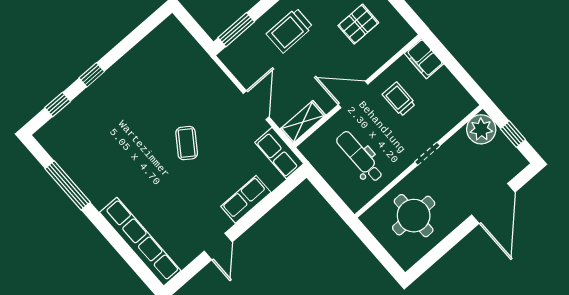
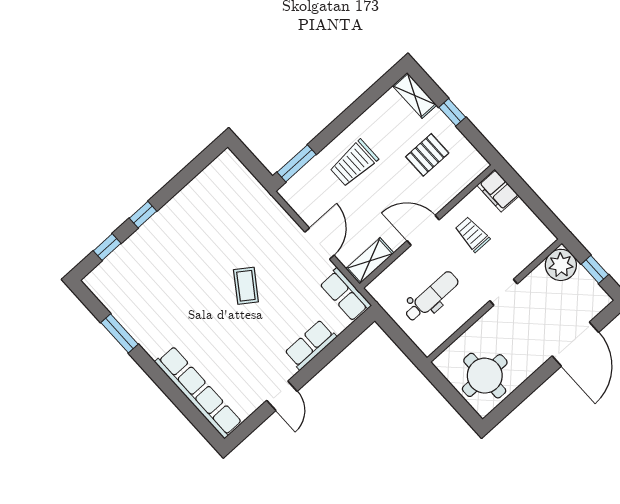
dental chair: (360, 157) -> (431, 297), turned 90
window: (68, 185) -> (120, 333), width x0.69
round table: (414, 216) -> (485, 376), moved

